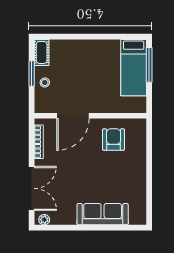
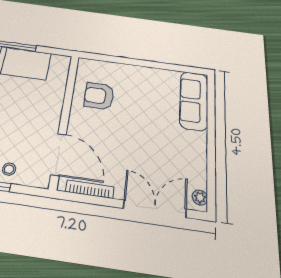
door: (73, 116) -> (59, 154), moved
sofa: (103, 214) -> (194, 101), moved

